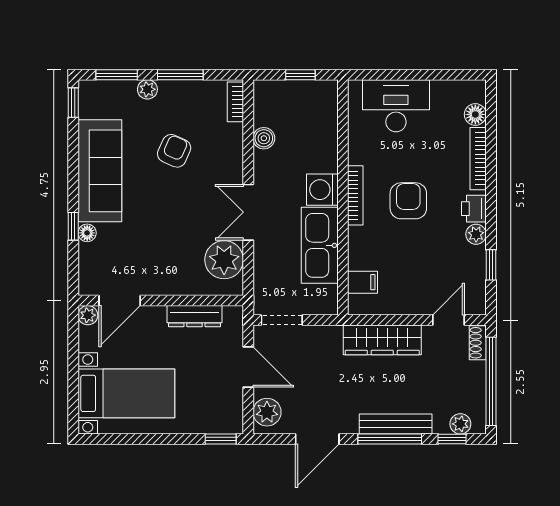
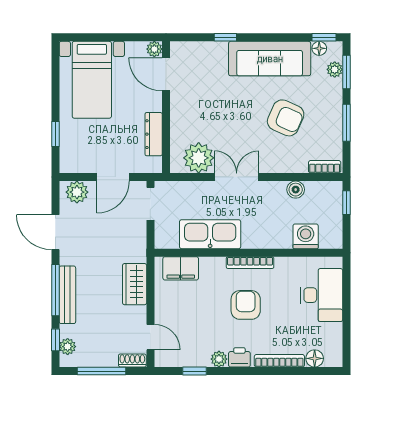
window: (300, 75) -> (346, 203), moved
plant: (147, 89) -> (335, 69), moved
armchair: (174, 151) -> (286, 118), width x1.38, depth x1.38
washing machine: (322, 190) -> (306, 236), moved
armchair: (408, 201) -> (246, 305), turned -90
floor lamp: (87, 233) -> (319, 48), moved
filing cabinet: (363, 282) -> (181, 268), width x2.00
wardrobe: (382, 340) -> (135, 284), width x0.67
window: (491, 381) -> (101, 371), width x0.68
window: (221, 439) -> (55, 134), moved

